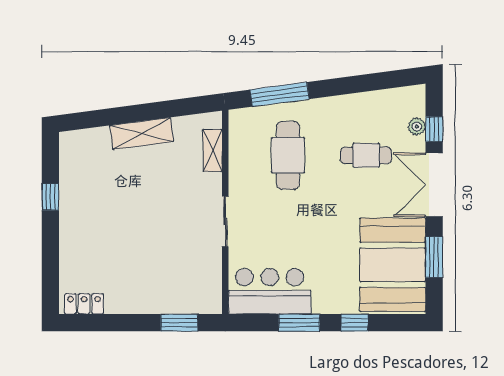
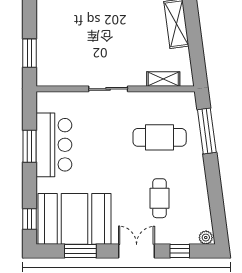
plant: (417, 127) -> (206, 238), moved
double door: (434, 185) -> (137, 251), width x0.73
bar counter: (270, 291) -> (54, 145), moved
window: (355, 323) -> (30, 219), moved

